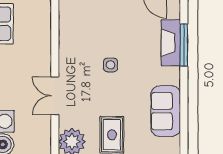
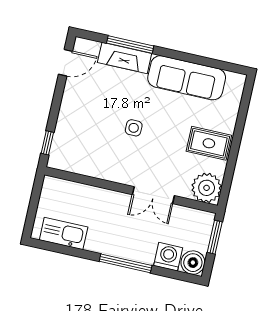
sofa: (166, 111) -> (187, 78), width x1.36

